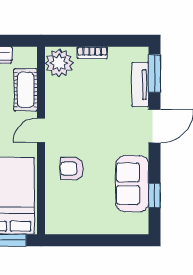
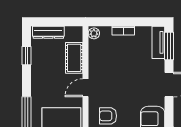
plant: (59, 63) -> (94, 33), width x0.53, depth x0.53
tv unit: (140, 85) -> (158, 42), moved

